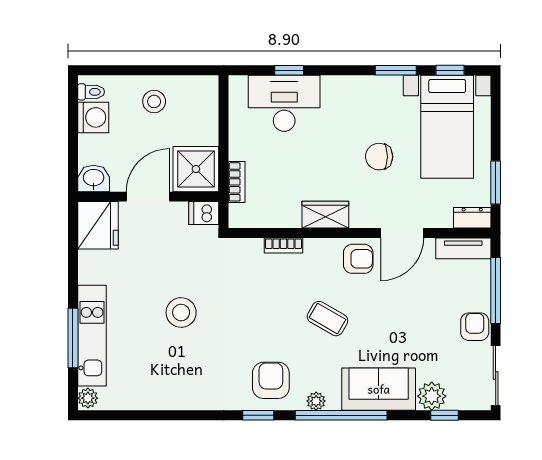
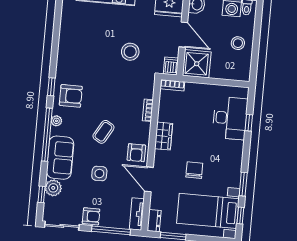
bookcase: (237, 182) -> (172, 85), moved
stool: (181, 313) -> (130, 52), moved
side table: (400, 319) -> (99, 174), added

